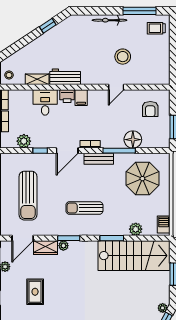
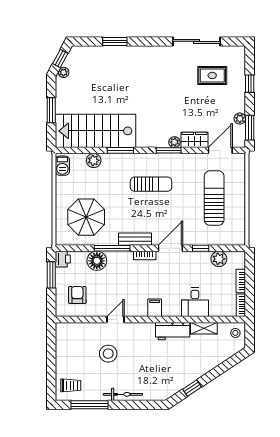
printer: (67, 96) -> (63, 259), moved, turned 90
rug: (35, 292) -> (212, 75), moved, turned 90

